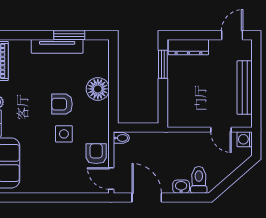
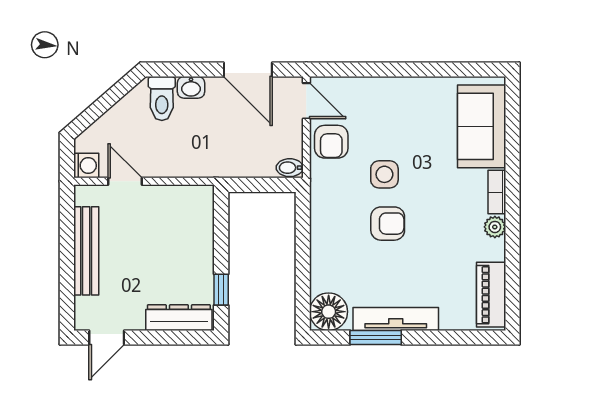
window: (163, 64) -> (221, 290), width x0.67
floor lamp: (98, 89) -> (329, 312), moved

